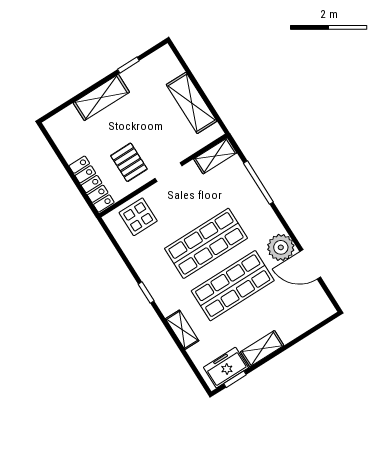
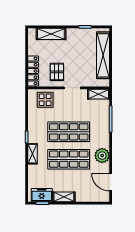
shelving: (101, 97) -> (51, 34), moved
shelving: (192, 103) -> (103, 55), width x1.47
door: (310, 264) -> (111, 182), moved
shelving: (182, 330) -> (32, 154), moved

